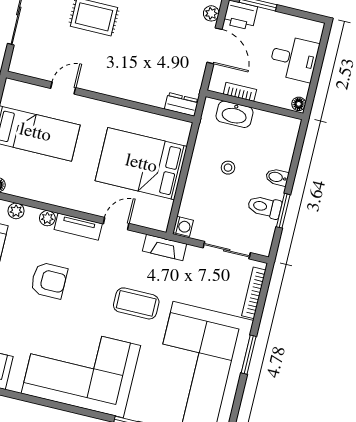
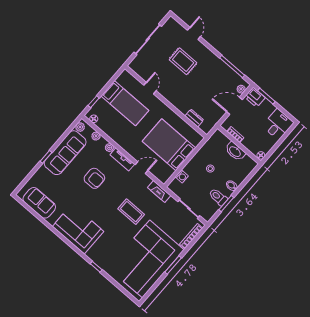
door: (215, 46) -> (234, 106), swing flipped
desk: (294, 58) -> (278, 124), moved, turned -90
door: (63, 88) -> (150, 88), hinge flipped
dresser: (181, 104) -> (194, 118), moved
washbasin: (234, 114) -> (235, 151), moved
washing machine: (183, 226) -> (182, 176), moved
corner sofa: (81, 369) -> (78, 229), width x0.73, depth x0.74

